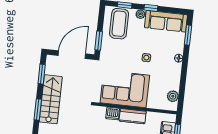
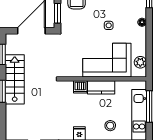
corner sofa: (125, 89) -> (107, 60), moved

